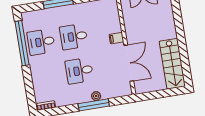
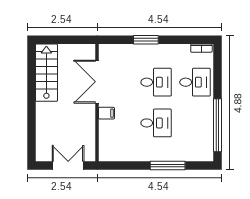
desk: (41, 42) -> (195, 82), moved
plant: (96, 96) -> (141, 49), removed
window: (94, 105) -> (146, 40), width x0.69

